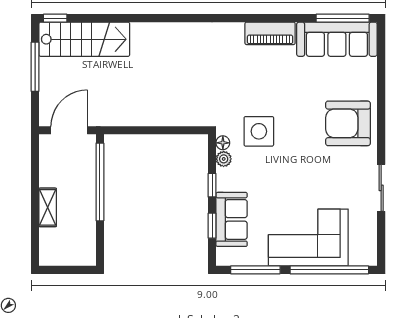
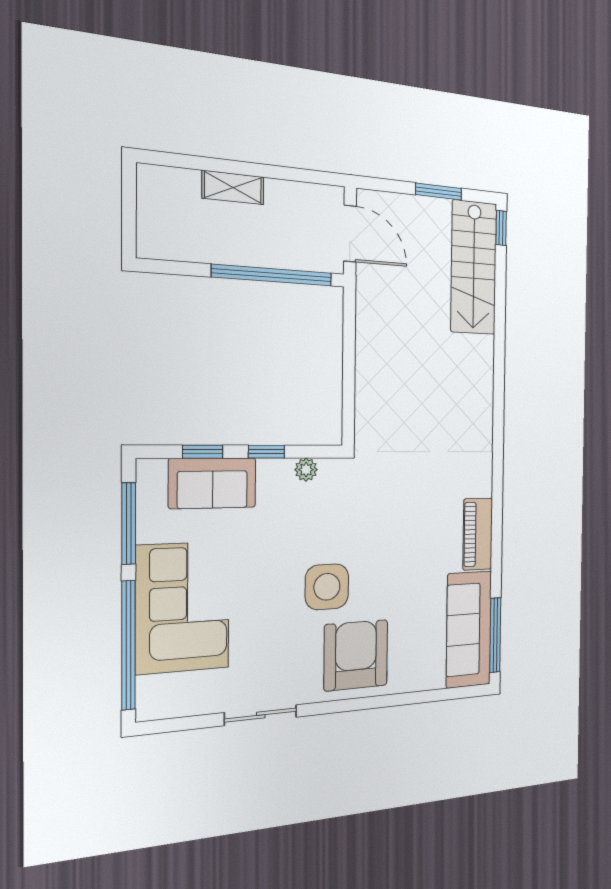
window: (35, 67) -> (439, 192), width x0.69
side table: (259, 131) -> (327, 587), moved
floor lamp: (223, 143) -> (330, 468), removed

